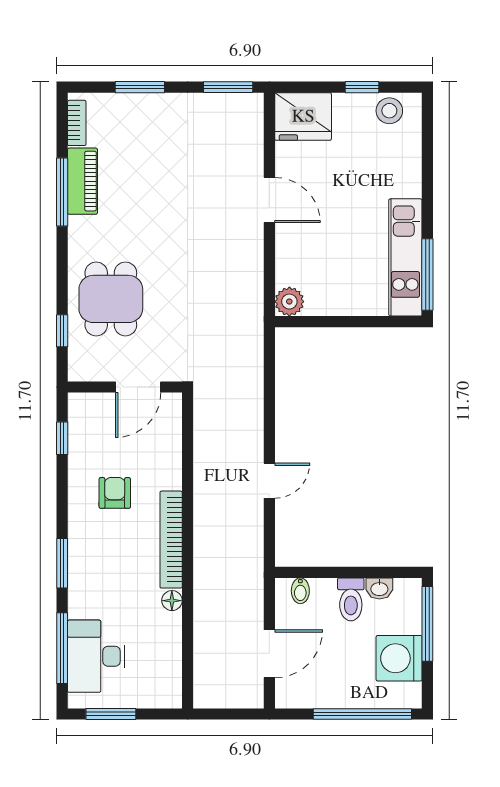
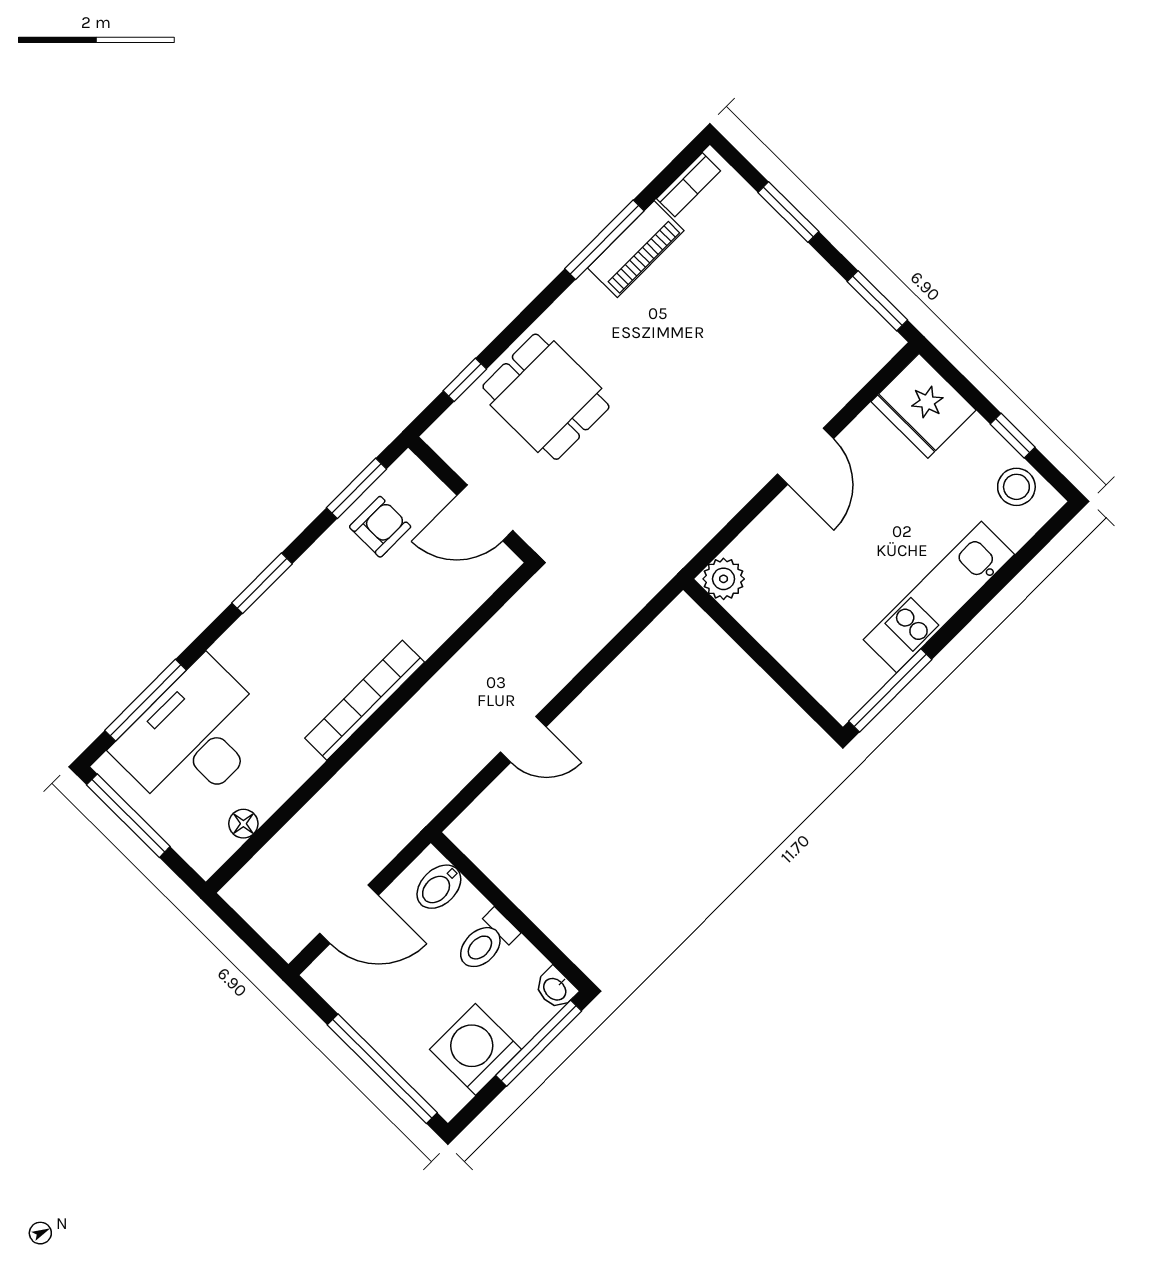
kitchen unit: (405, 257) -> (939, 597), moved
dining table: (111, 299) -> (546, 397), turned 90
window: (62, 438) -> (357, 488), width x1.50
armchair: (115, 493) -> (380, 527), moved
window: (62, 563) -> (262, 583), moved
washbasin: (379, 588) -> (555, 989), moved
bidet: (300, 591) -> (439, 887), width x1.38, depth x1.36
floor lamp: (172, 601) -> (243, 824), moved
desk: (96, 656) -> (194, 738), width x1.36, depth x1.30
window: (111, 714) -> (128, 816), width x1.44

